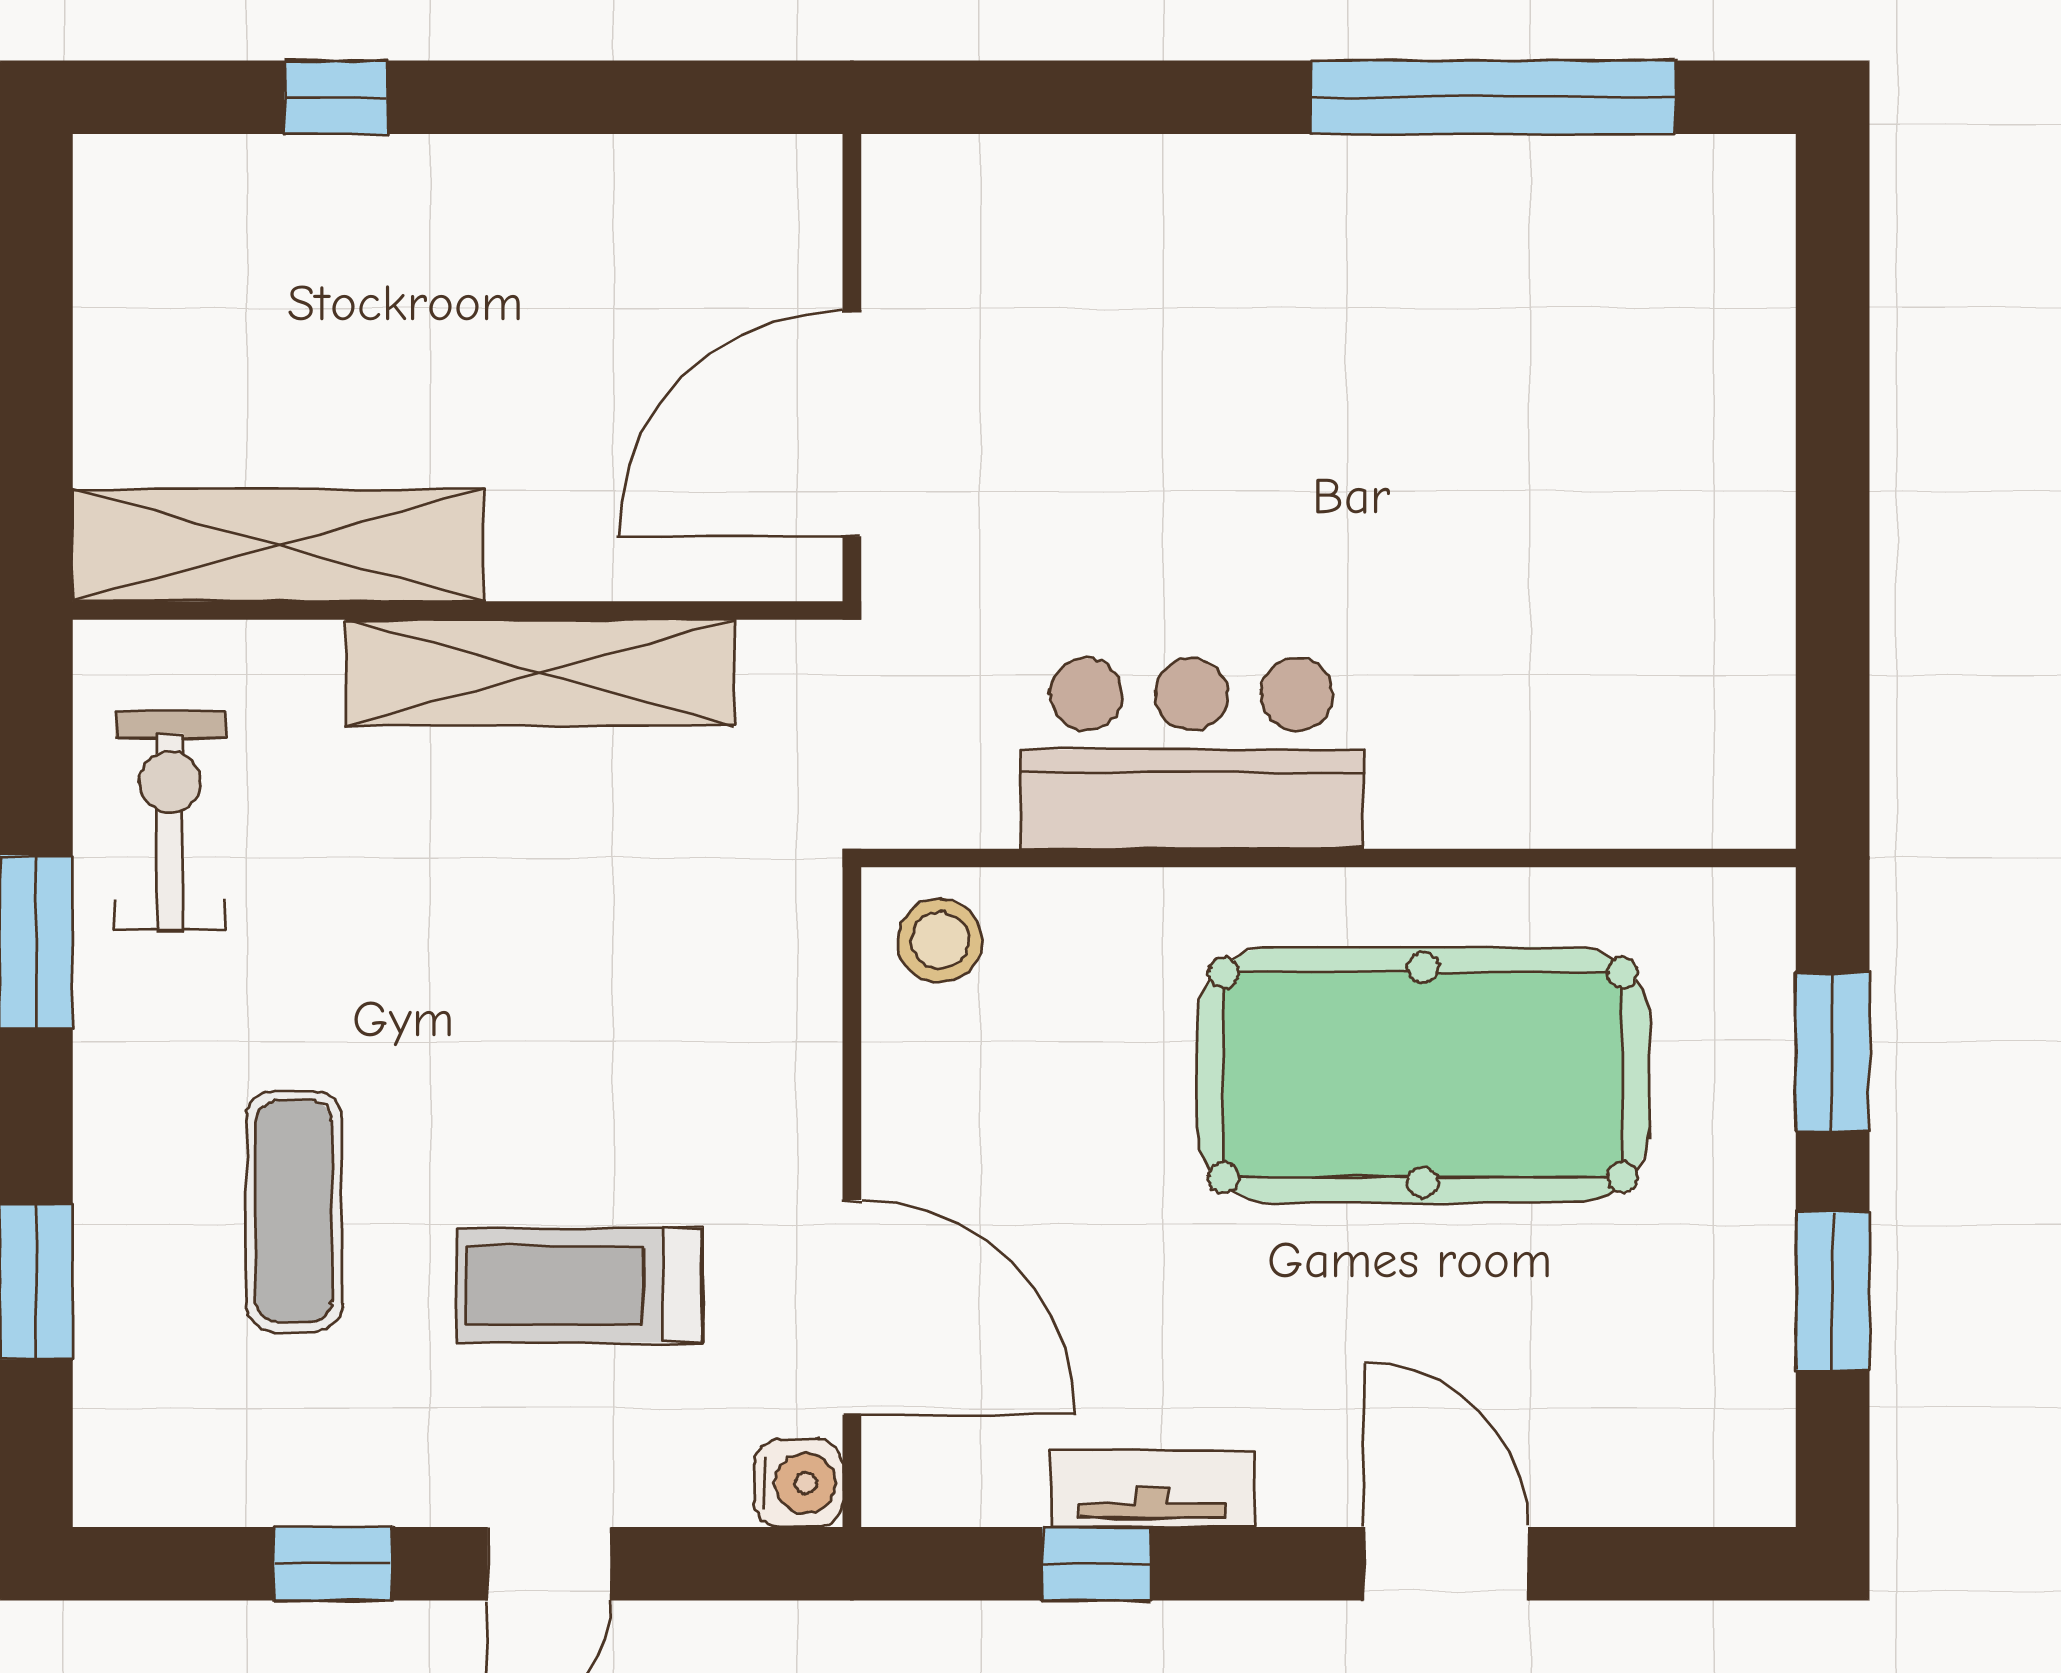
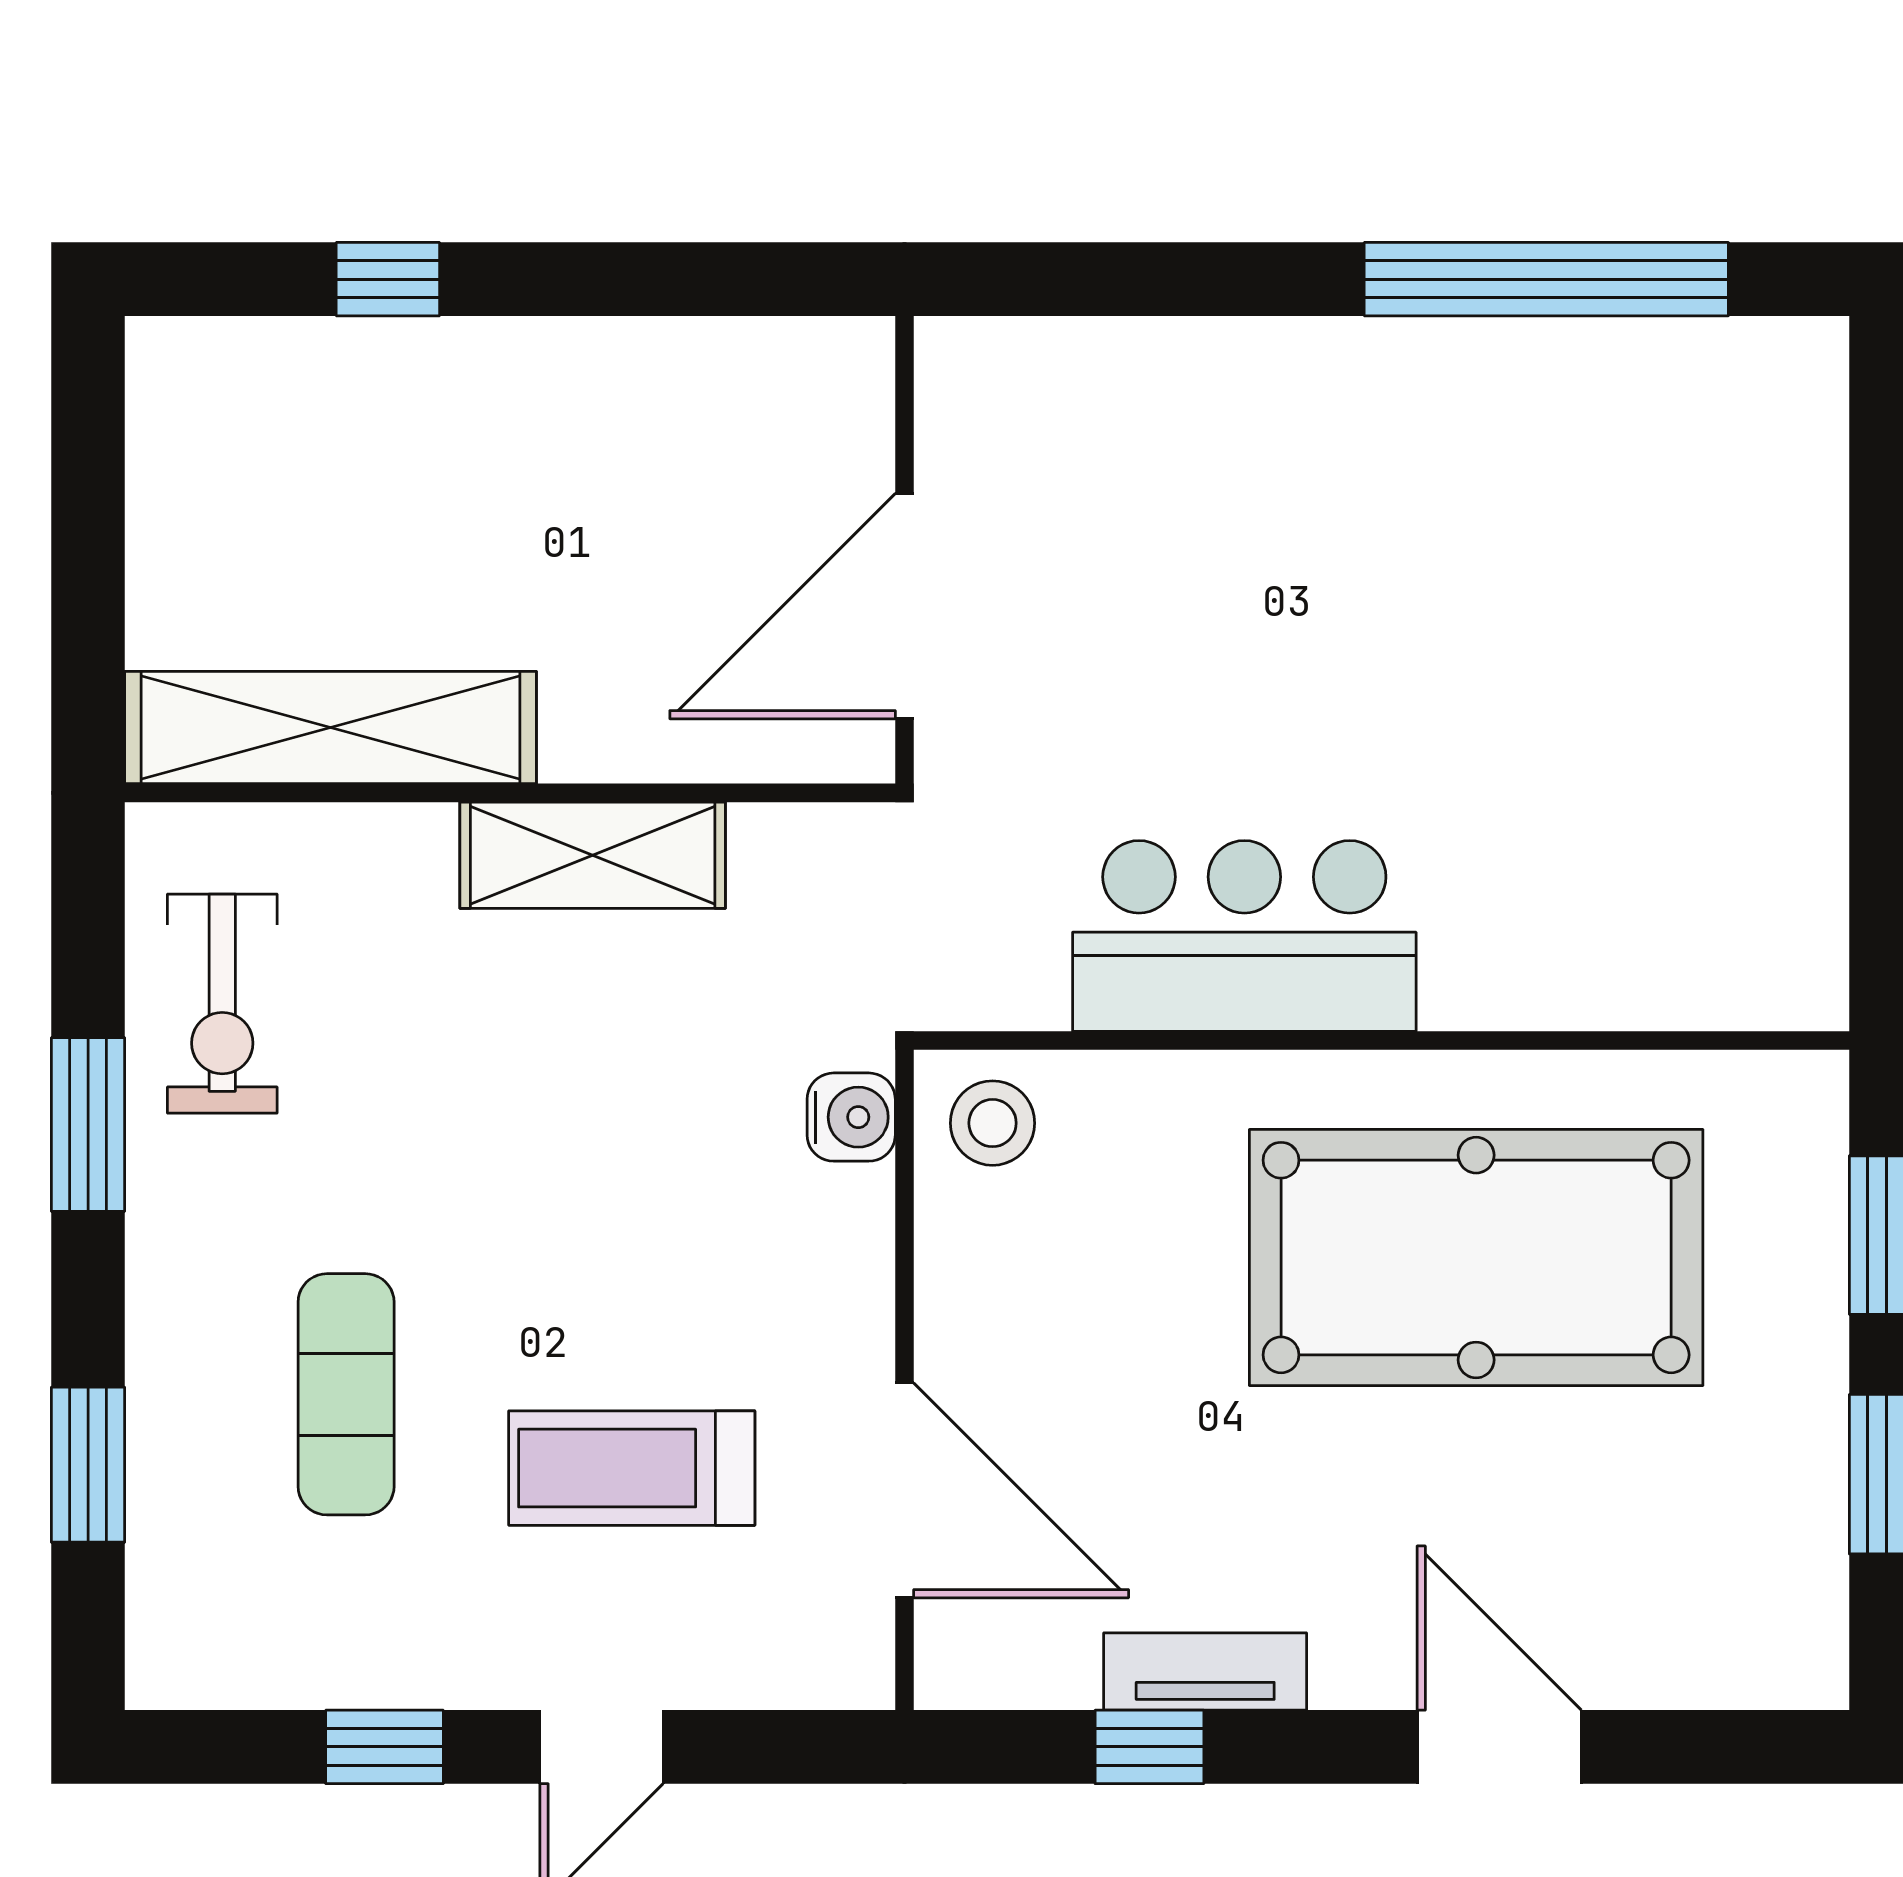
shelving: (540, 673) -> (593, 855), width x0.68
exercise bike: (170, 821) -> (222, 1004), turned 180
water cooler: (799, 1483) -> (851, 1117), moved

